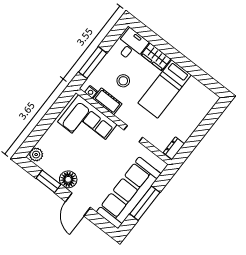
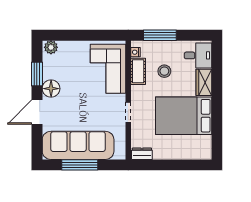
bed: (165, 89) -> (184, 116), width x1.50

